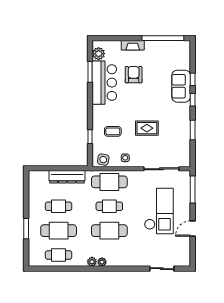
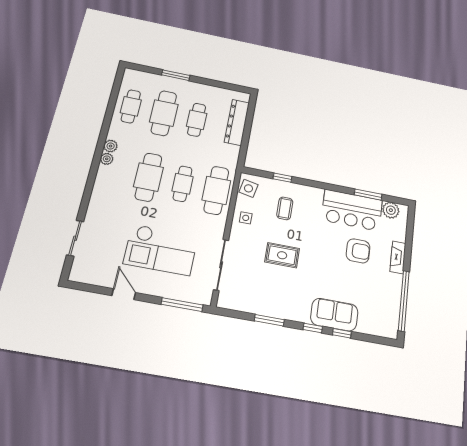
rug: (147, 128) -> (282, 255), turned 90
dresser: (67, 177) -> (237, 122), moved

